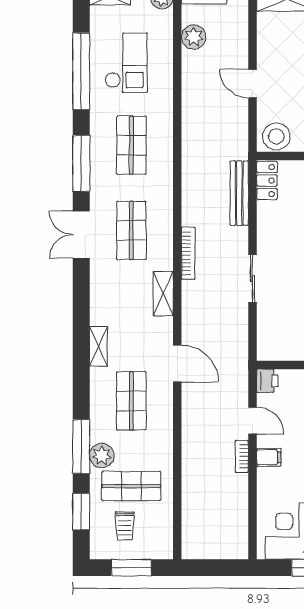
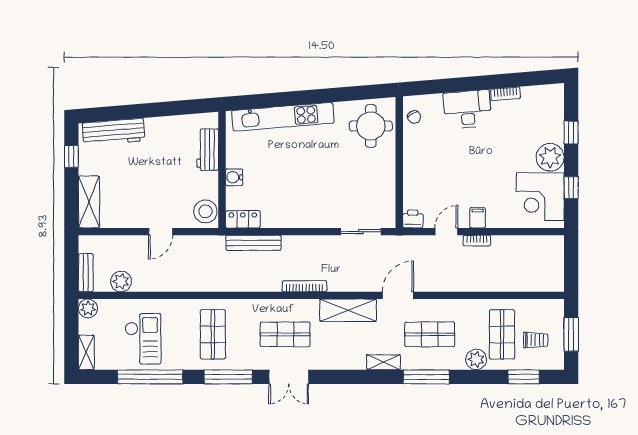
checkout: (126, 63) -> (143, 339), turned 90
shop shelf: (131, 145) -> (213, 334), turned 90
sliding door: (253, 278) -> (361, 232), moved
shelving: (163, 294) -> (348, 310), width x1.50, depth x1.33
window: (81, 447) -> (426, 377), moved

